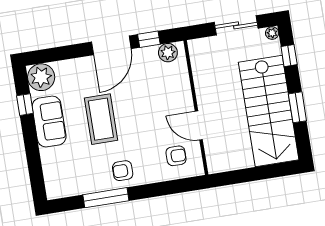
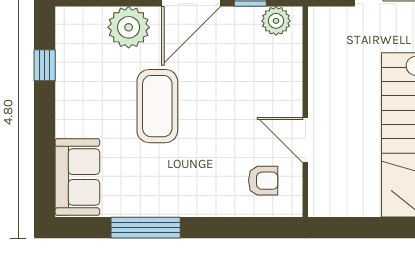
plant: (41, 77) -> (129, 27), moved
sofa: (49, 122) -> (77, 177), moved
armchair: (123, 171) -> (178, 190), removed

